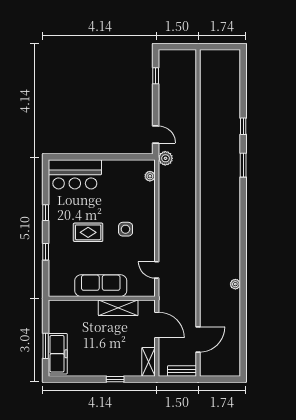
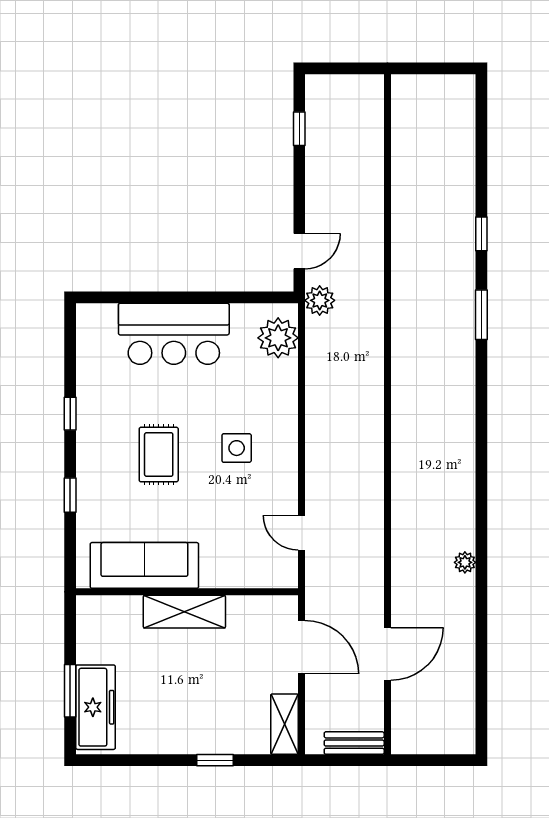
door: (156, 134) -> (299, 251), hinge flipped
bar counter: (75, 174) -> (174, 334), moved
plant: (150, 176) -> (278, 338), width x1.87, depth x1.87
rug: (88, 232) -> (159, 455), turned 90
sofa: (101, 286) -> (144, 565), moved
shelving: (118, 308) -> (184, 612), moved
door: (198, 339) -> (387, 654), moved

